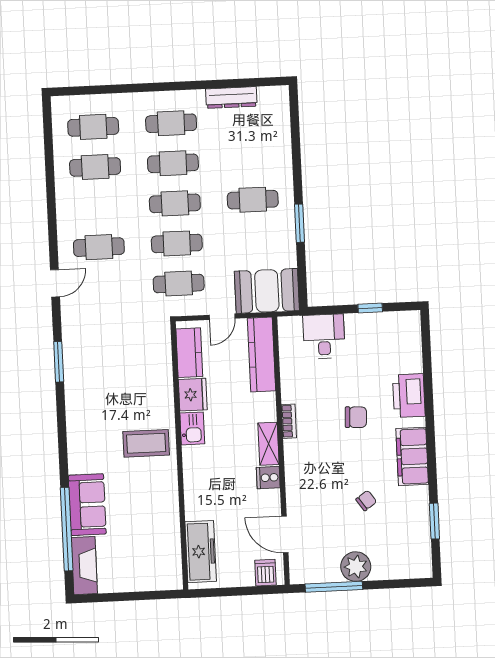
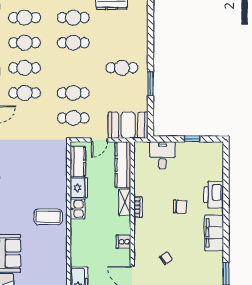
cafe table: (175, 203) -> (25, 68), moved
shelving: (268, 444) -> (125, 202), moved
chair: (366, 501) -> (166, 258), moved

